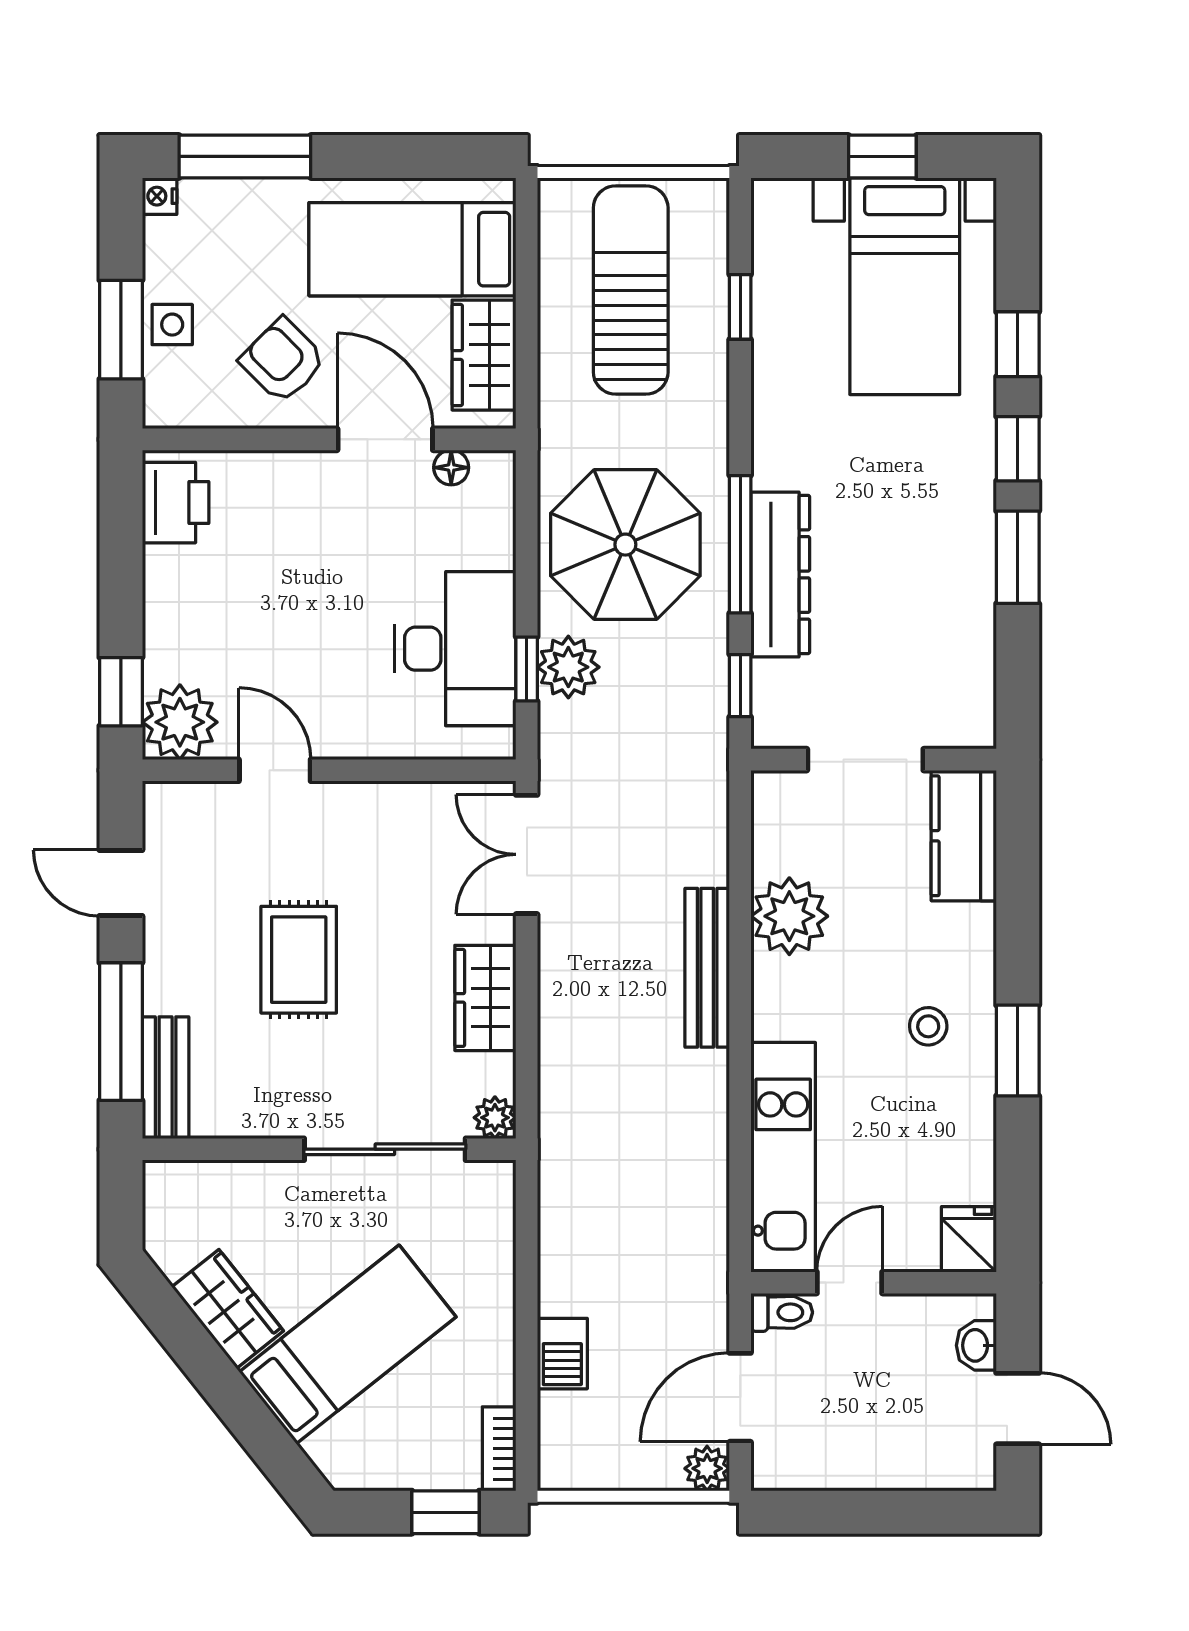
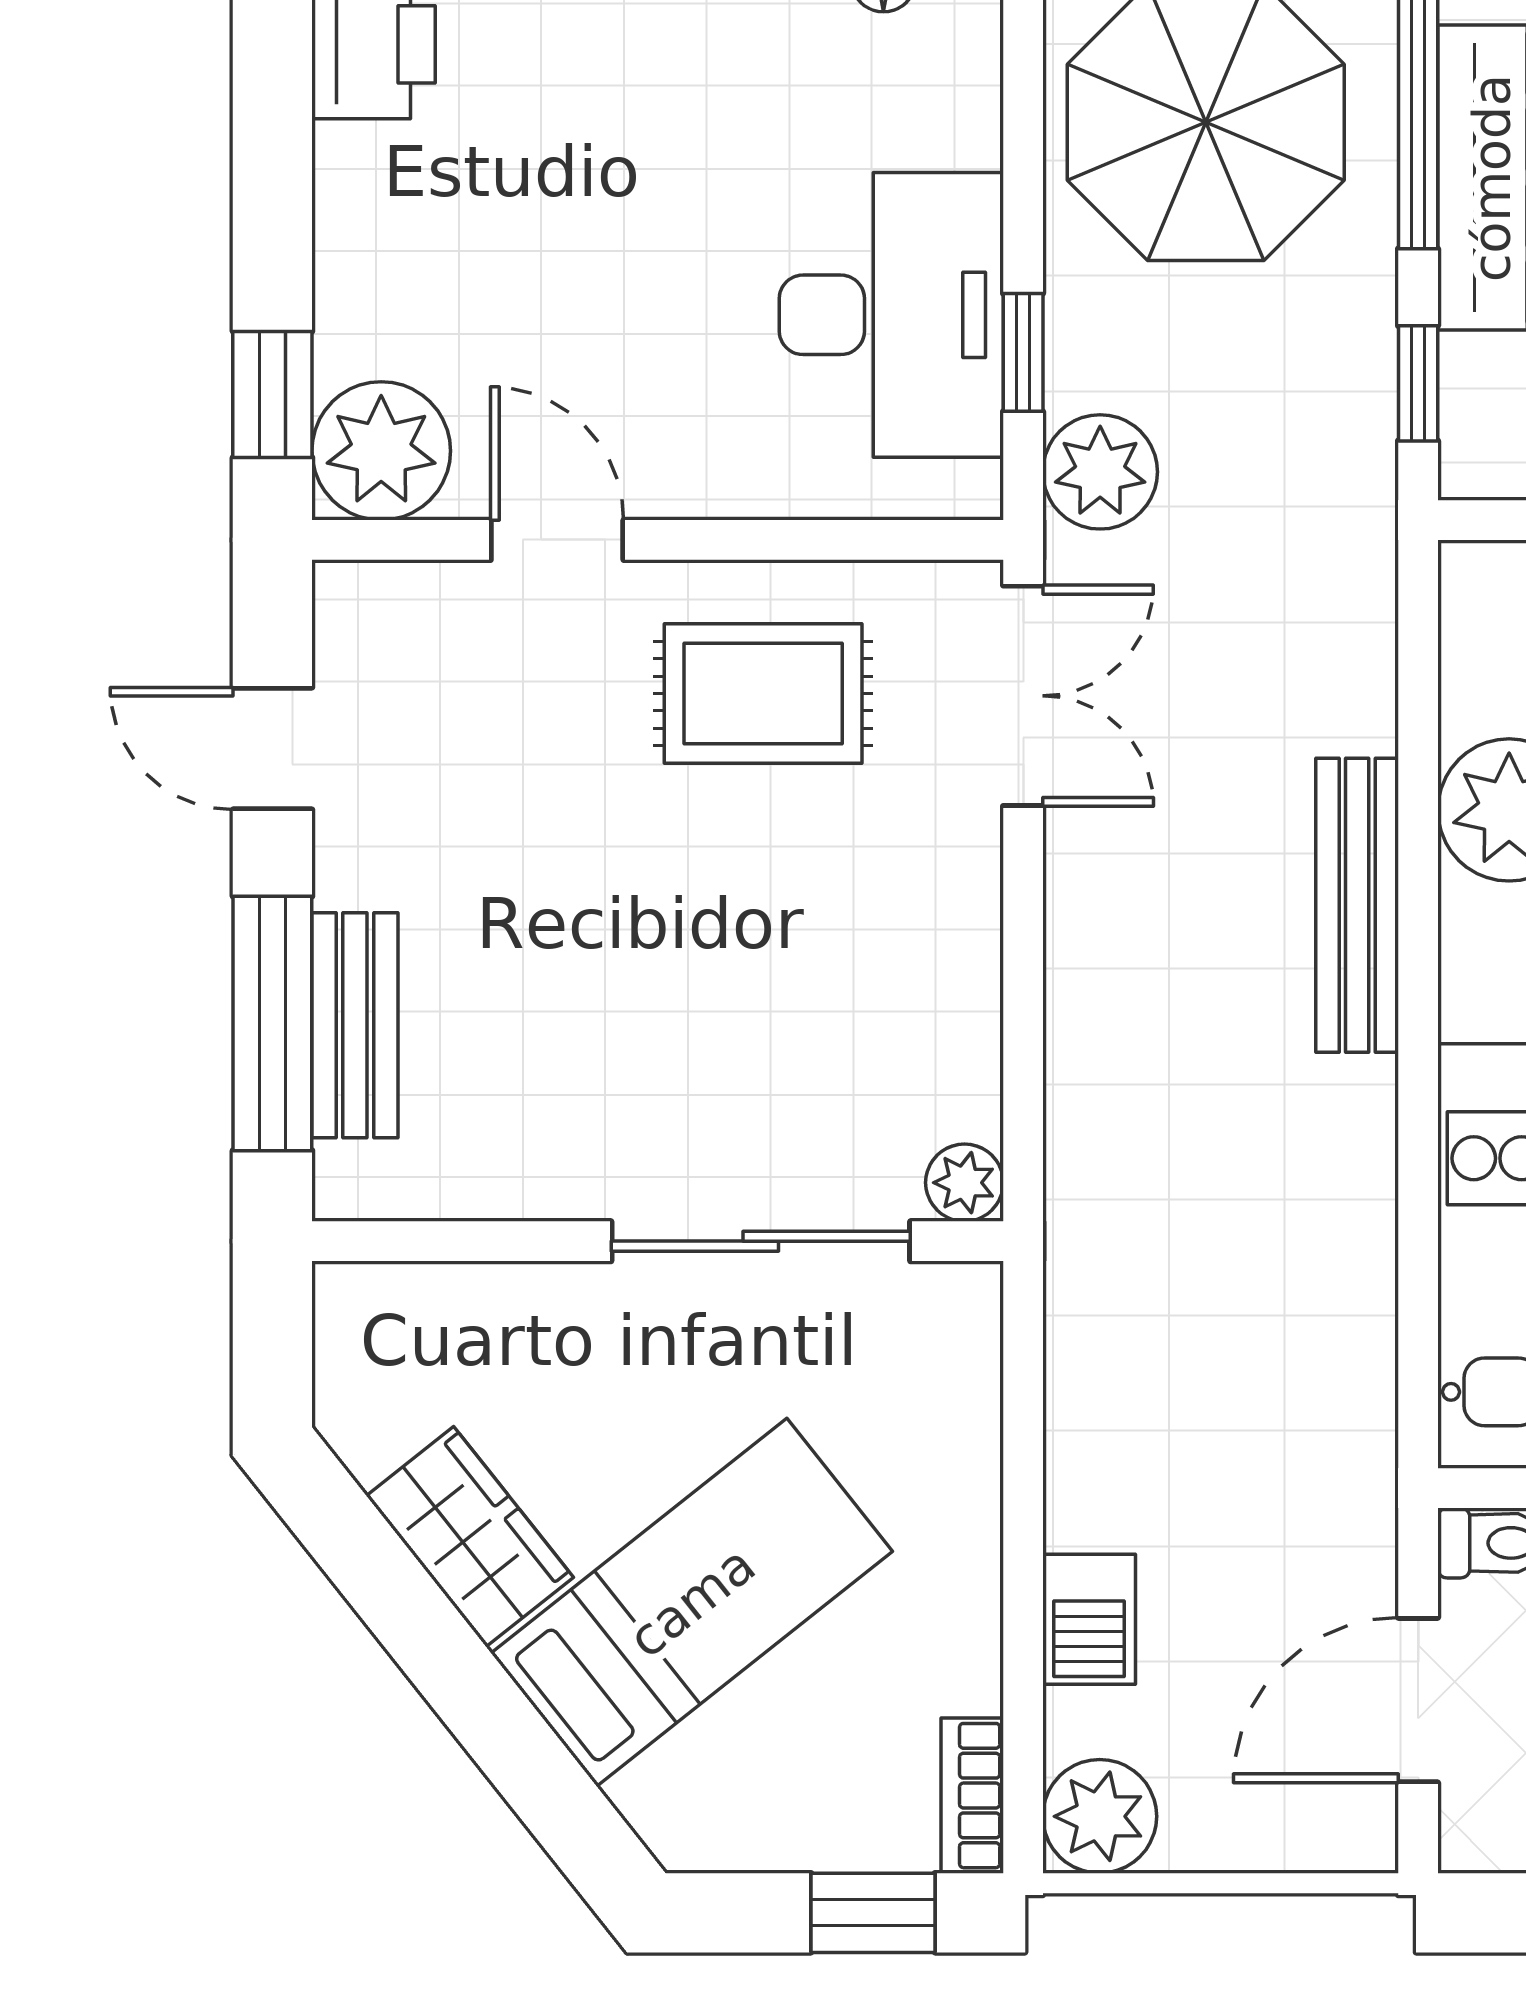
plant: (568, 667) -> (1100, 472), moved
double door: (527, 854) -> (1023, 696), swing flipped
rug: (299, 960) -> (763, 694), moved, turned 90
wardrobe: (485, 998) -> (947, 961), removed
bench: (166, 1078) -> (355, 1025), moved
plant: (707, 1468) -> (1100, 1816), moved, width x1.38, depth x1.38

